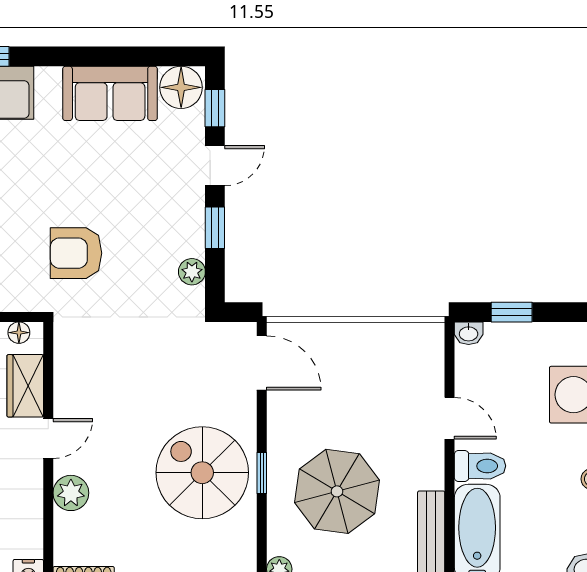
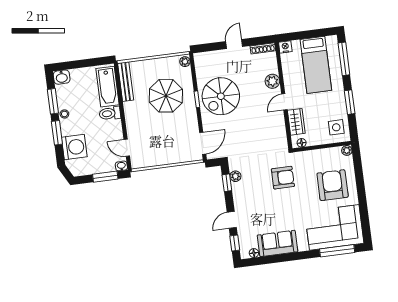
floor lamp: (181, 87) -> (254, 253), width x0.53, depth x0.53
window: (215, 228) -> (227, 183), moved
window: (512, 312) -> (105, 177), width x1.50
door: (262, 363) -> (203, 143), swing flipped
door: (450, 418) -> (127, 148), moved
spiral stairs: (202, 473) -> (221, 96), turned 90

